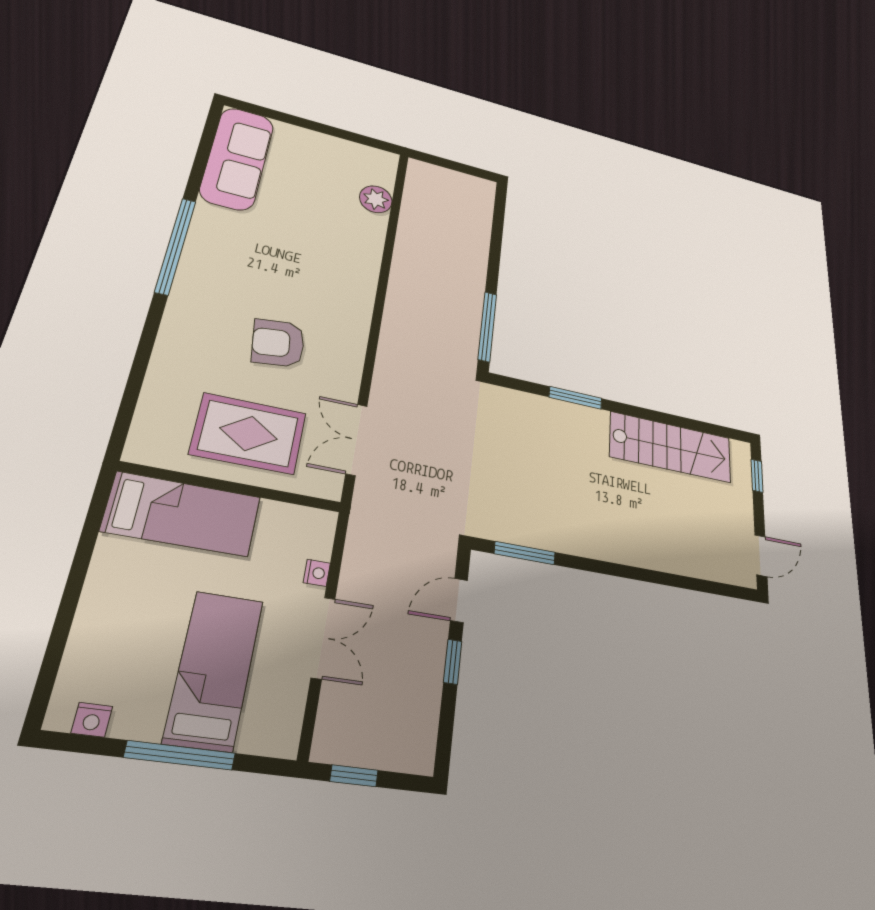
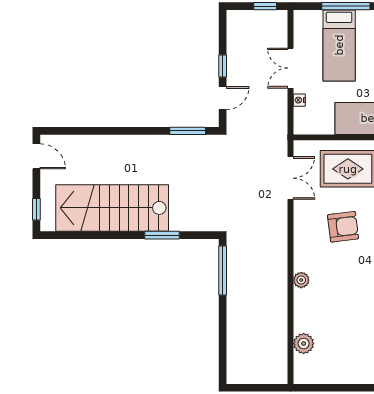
plant: (365, 283) -> (301, 280), added
stairs: (671, 447) -> (112, 208), width x1.36, depth x1.51
door: (761, 556) -> (36, 156), swing flipped

